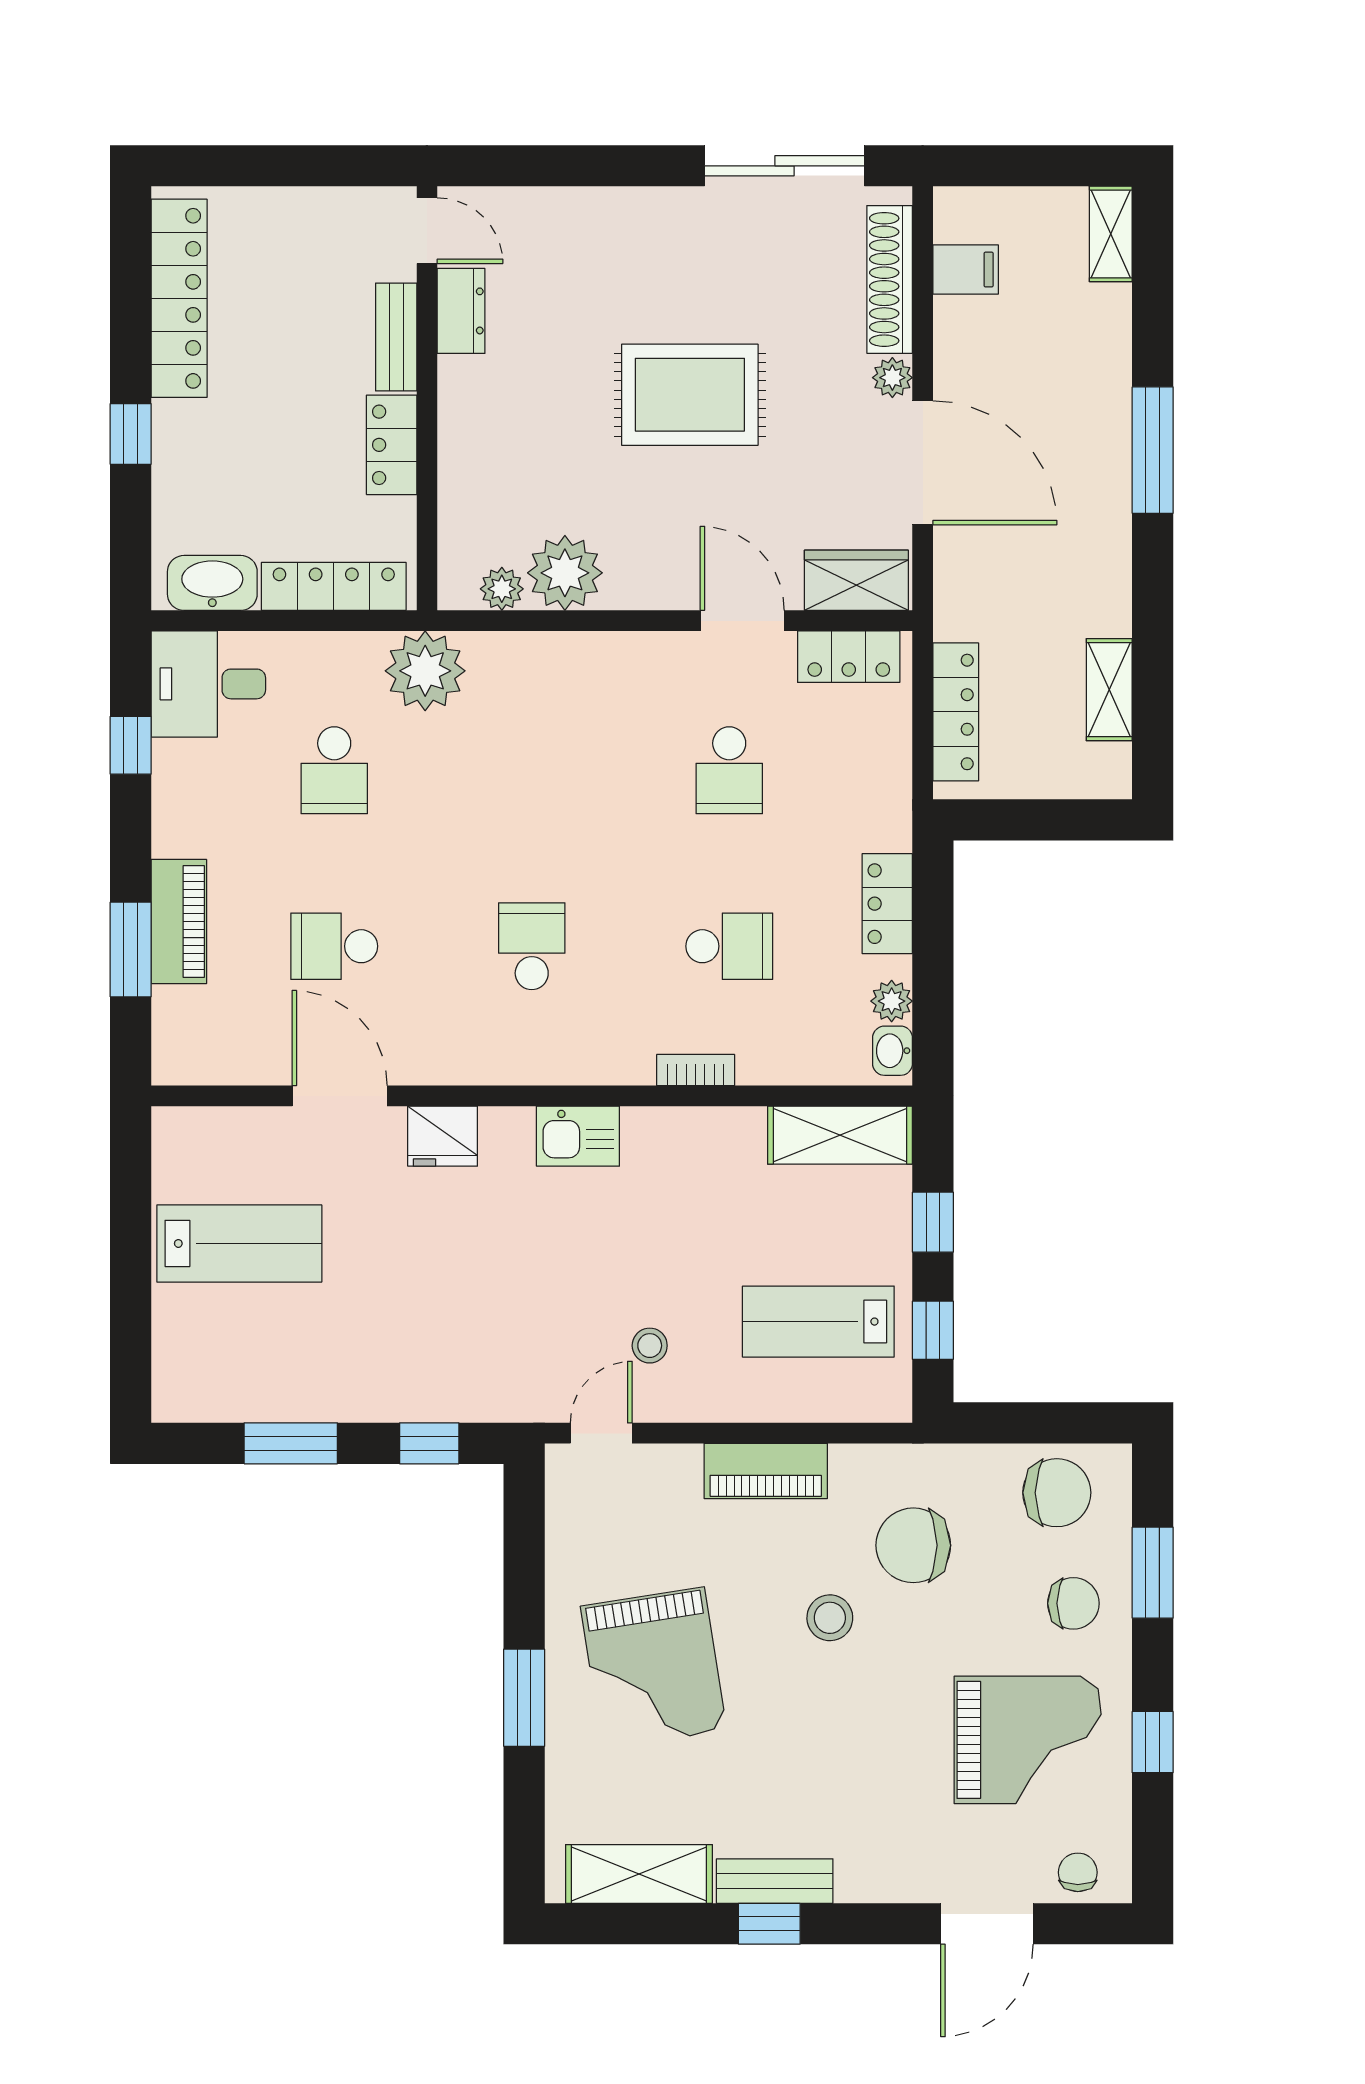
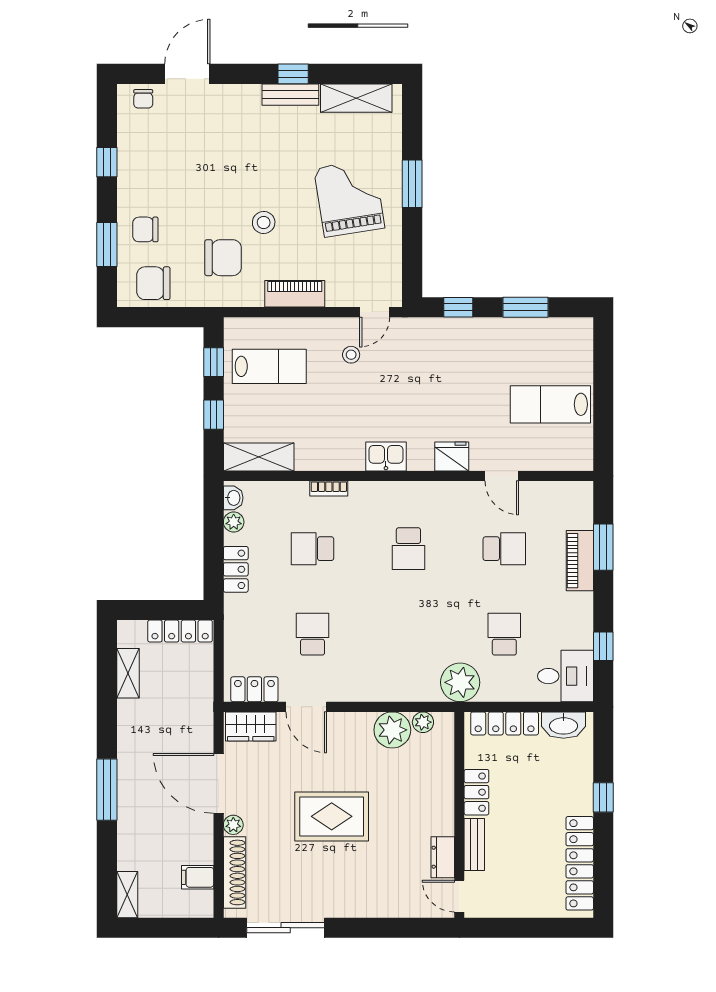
locker: (956, 712) -> (180, 631), moved, turned -90
door: (340, 1096) -> (502, 476), width x0.73
grand piano: (1028, 1740) -> (168, 163), removed

